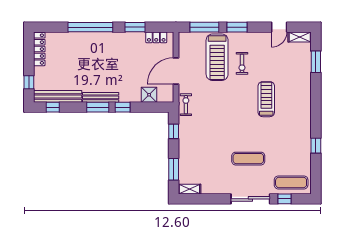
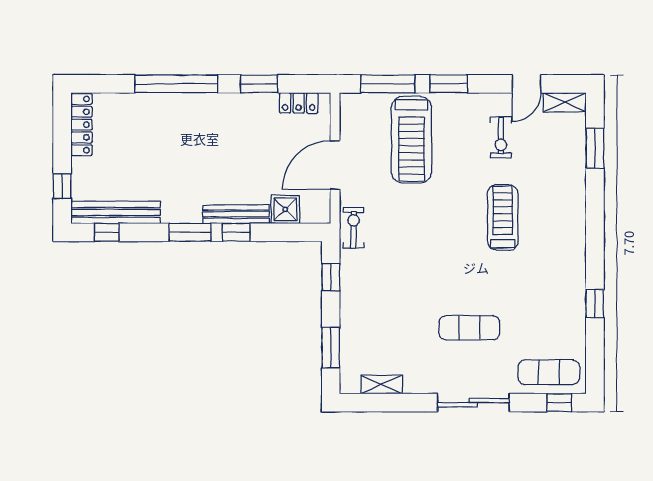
exercise bike: (242, 63) -> (501, 137), moved
bench: (101, 97) -> (236, 214), moved
shelving: (189, 189) -> (382, 385), moved
window: (285, 199) -> (559, 403), moved

